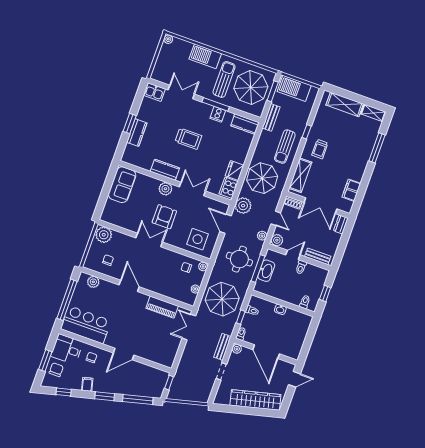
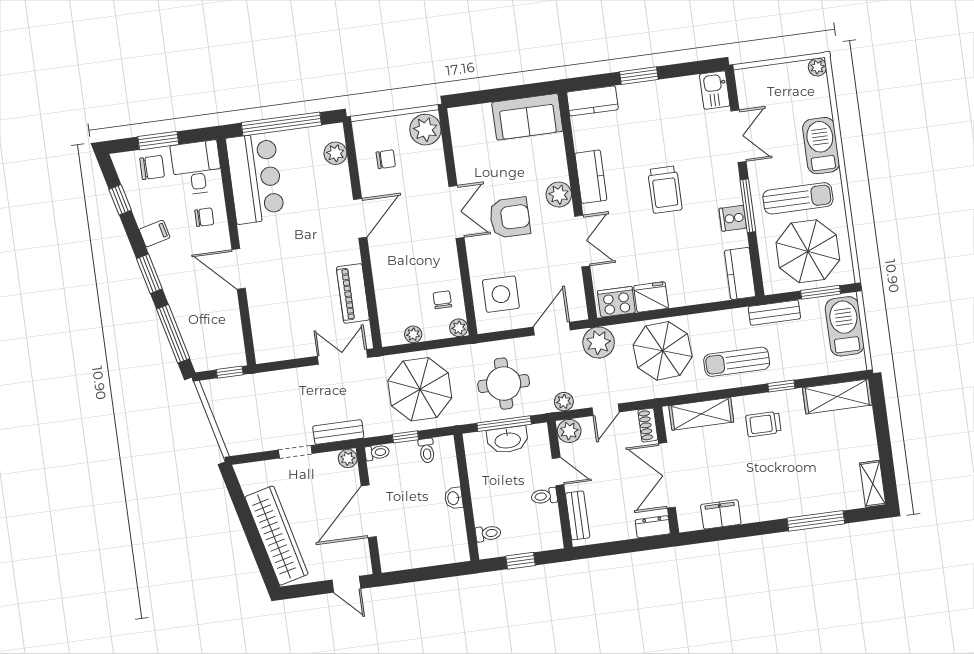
shelving: (345, 104) -> (837, 396), moved, turned 90
kitchen counter: (137, 133) -> (592, 101), moved

